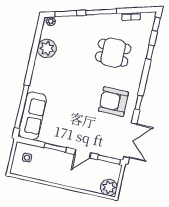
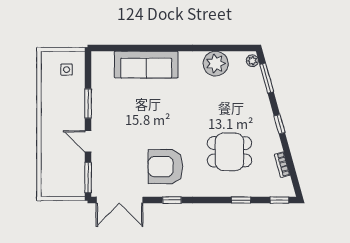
window: (101, 12) -> (279, 124), width x0.46
dining table: (113, 53) -> (229, 152), turned 90
armchair: (113, 102) -> (165, 167), turned -90
window: (22, 107) -> (132, 48), removed
sofa: (33, 116) -> (146, 65), moved
plant: (109, 187) -> (52, 186), removed

